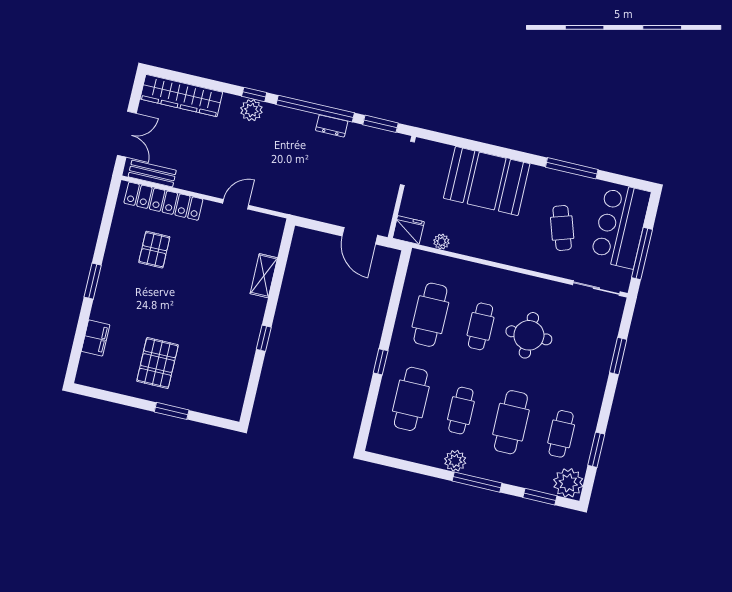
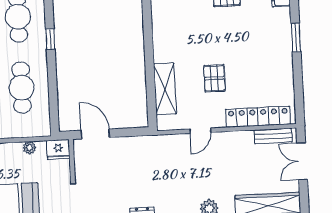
pallet: (154, 250) -> (214, 78), moved
shelving: (264, 276) -> (165, 89), width x1.50, depth x1.33
window: (264, 338) -> (148, 31), removed

